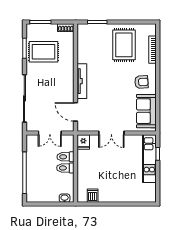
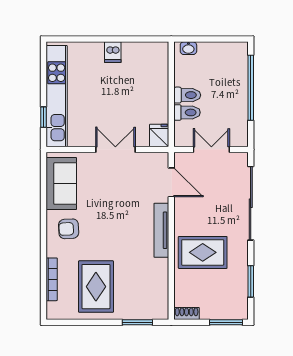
rug: (44, 52) -> (203, 252), moved
kitchen unit: (149, 159) -> (57, 96), width x1.36
dishwasher: (93, 196) -> (113, 52), moved

